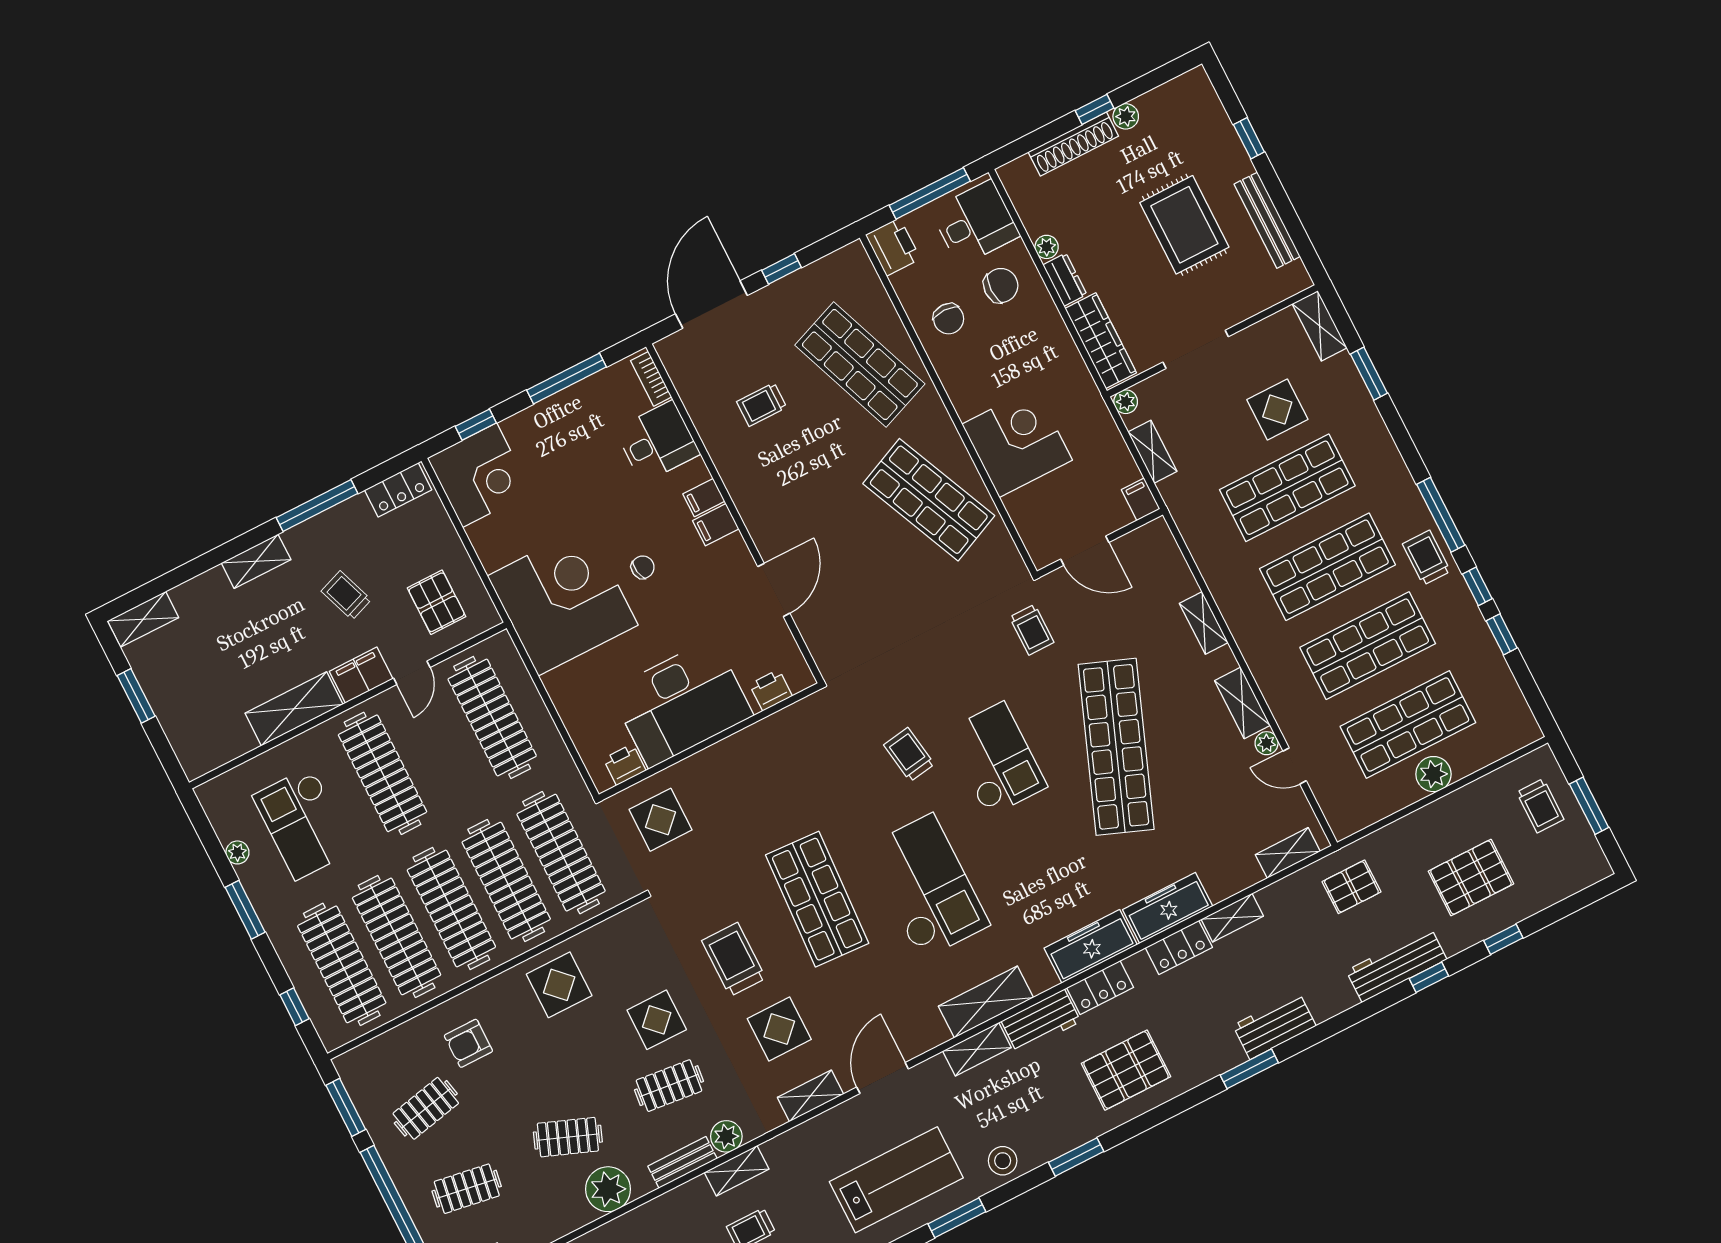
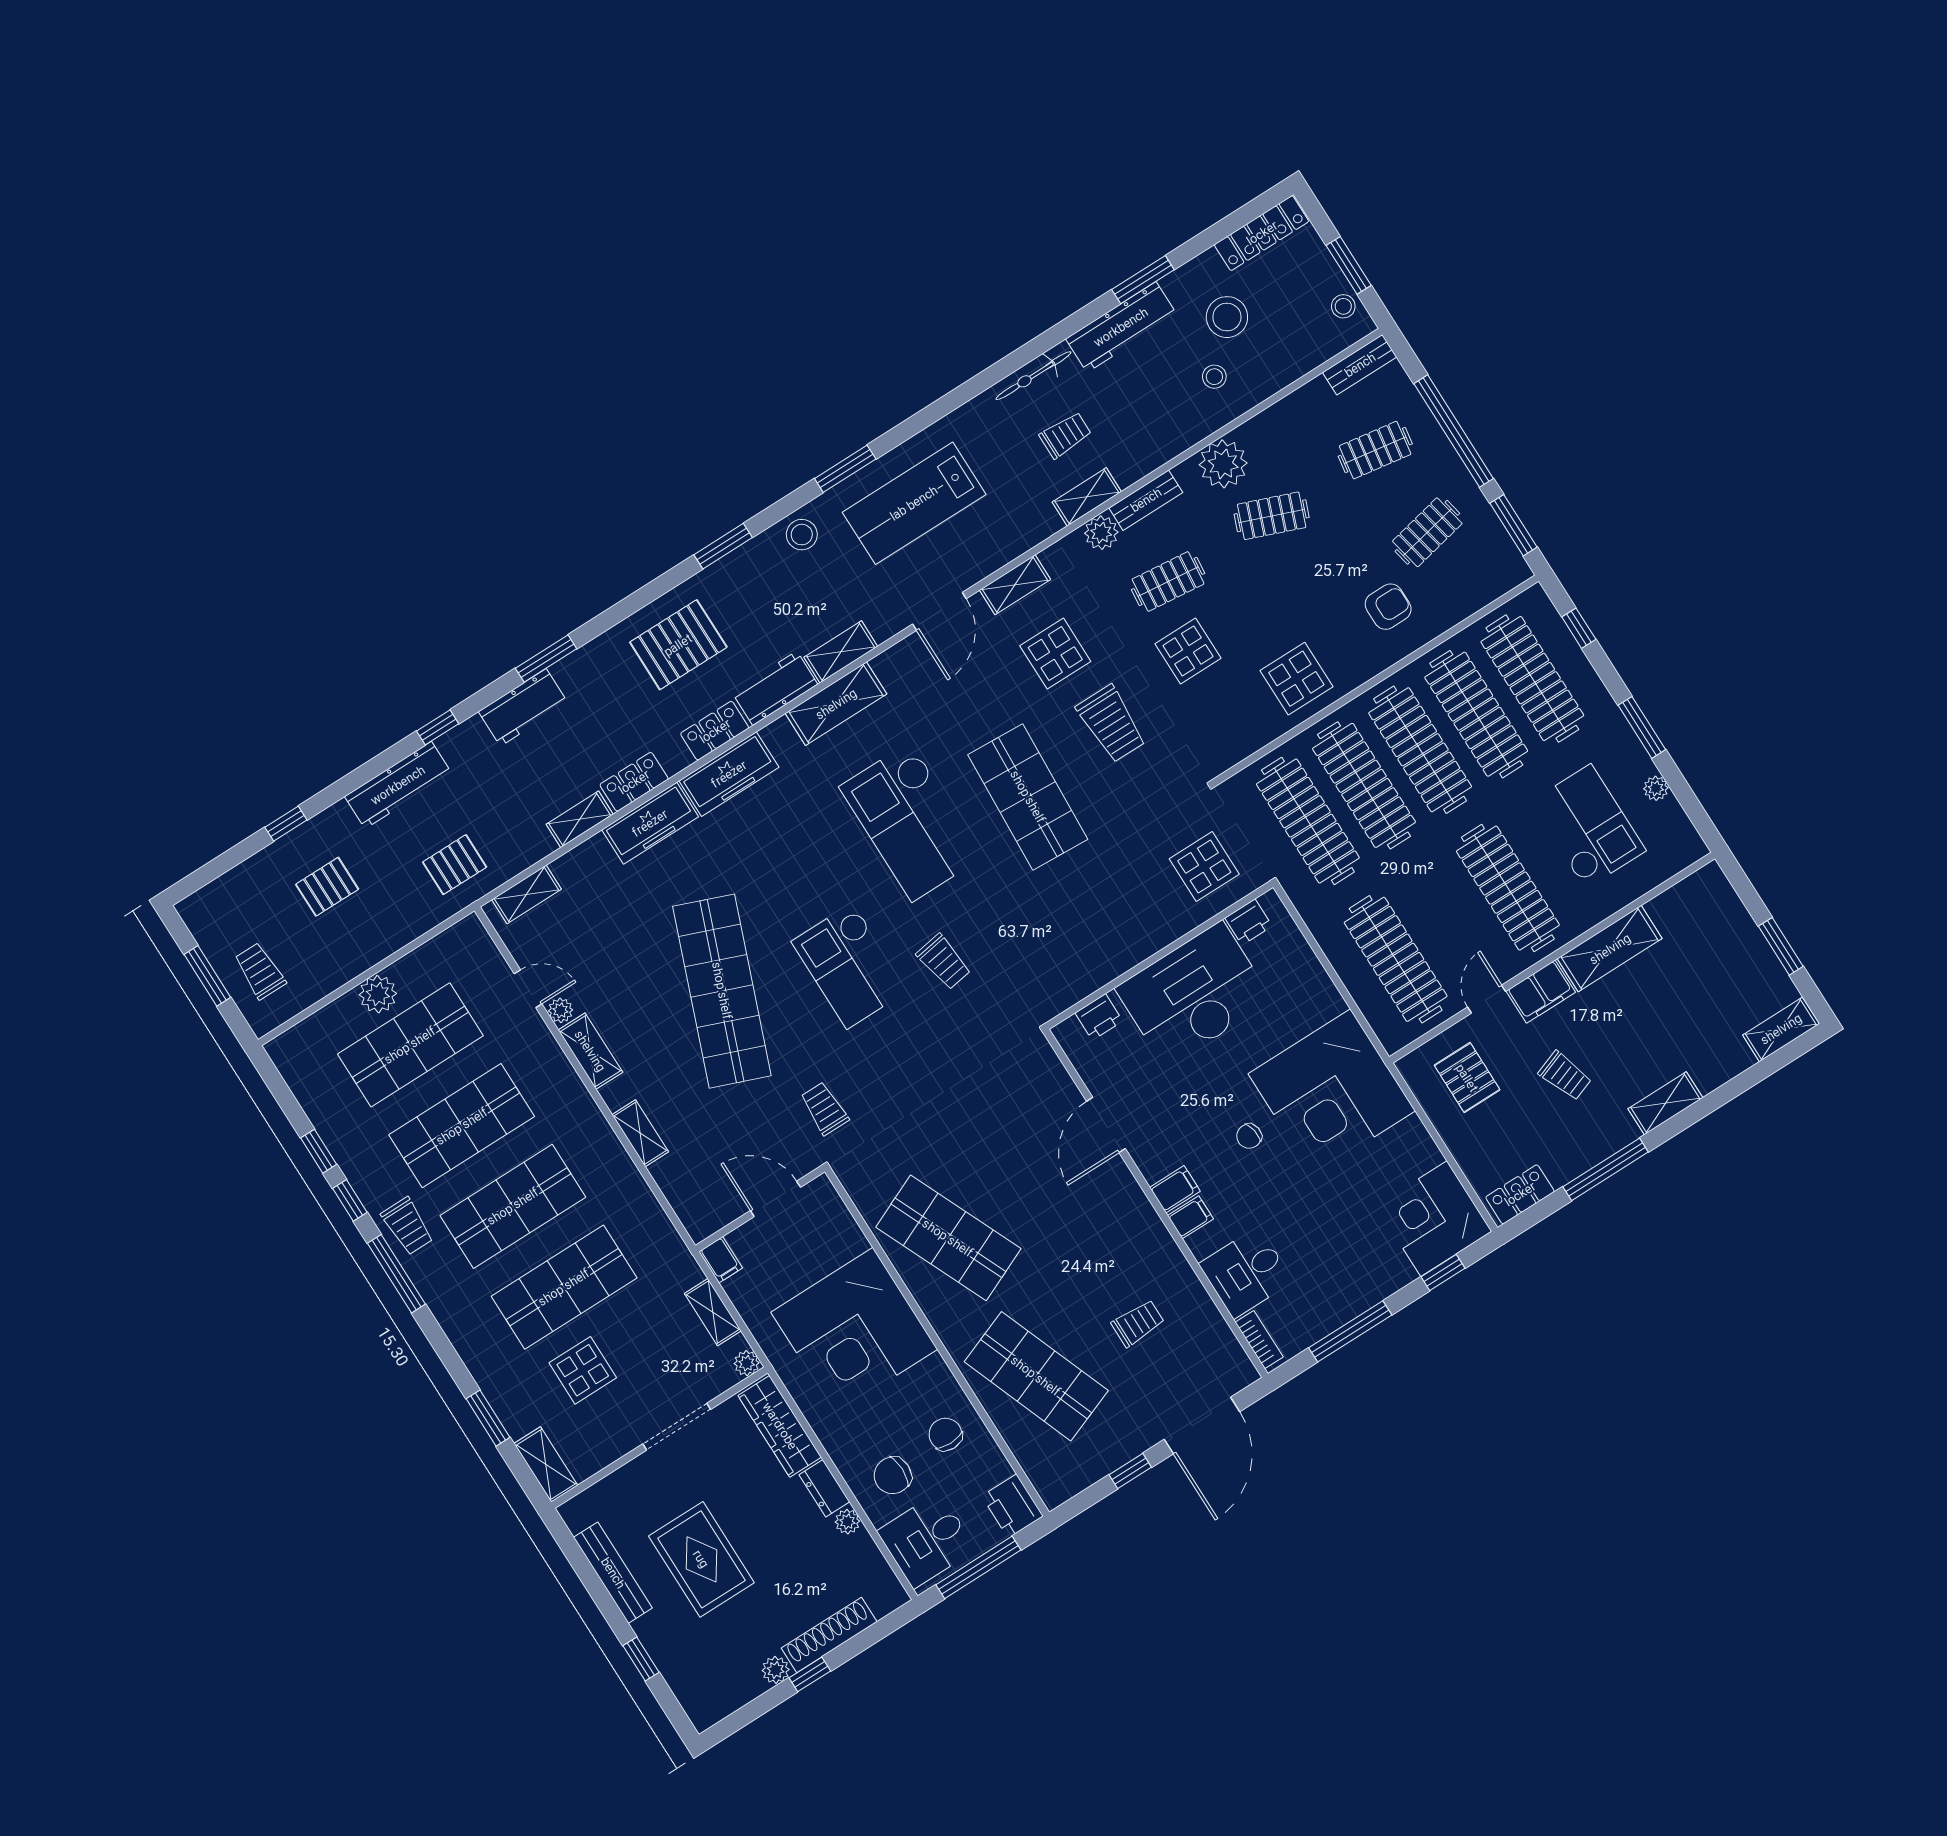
corner desk: (1017, 442) -> (854, 1331), width x1.36, depth x1.36
pallet: (1471, 877) -> (327, 887), width x0.67, depth x0.71
window: (1429, 977) -> (438, 727), moved

